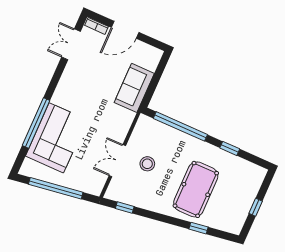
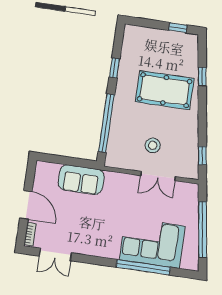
window: (256, 207) -> (178, 28), moved

